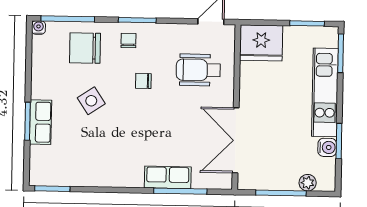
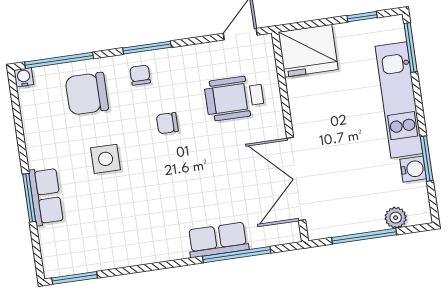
window: (307, 23) -> (362, 17), width x0.67
side table: (91, 101) -> (106, 159), turned 34

